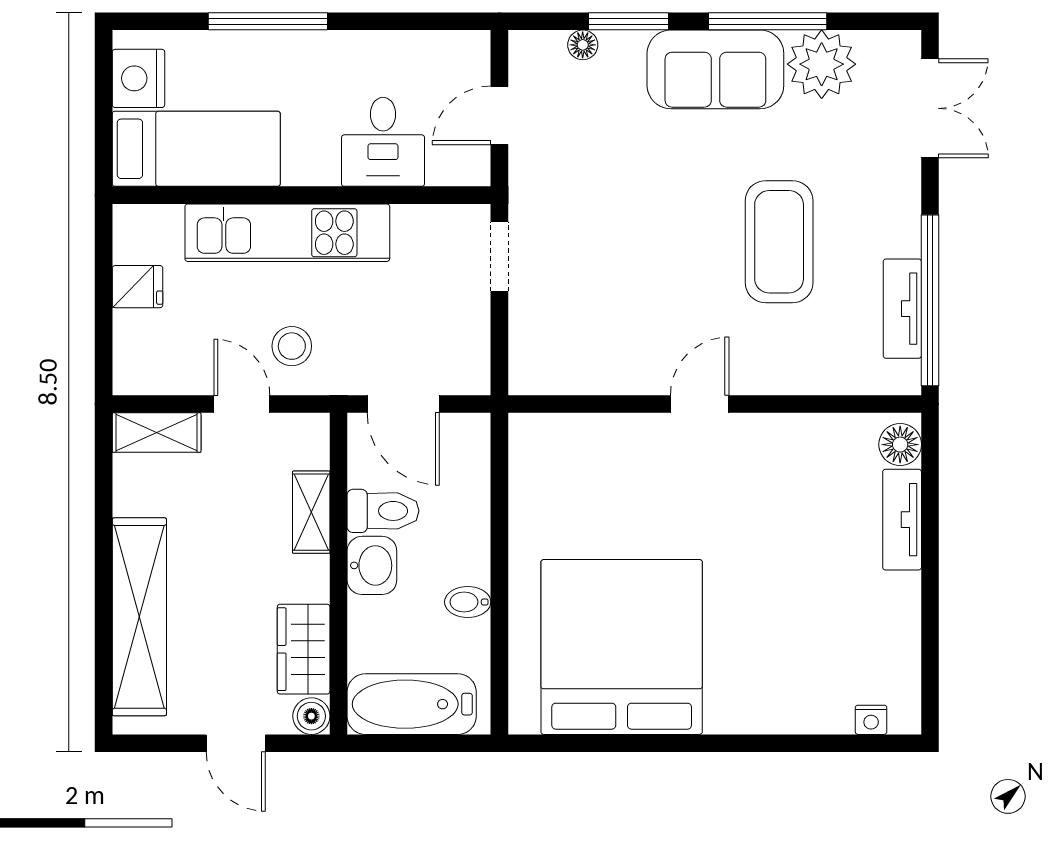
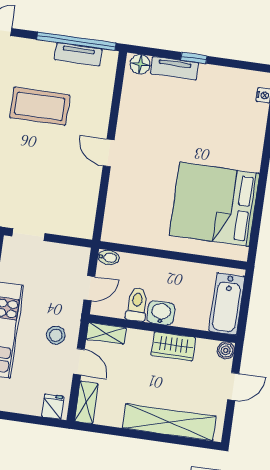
fridge: (138, 287) -> (53, 407), moved
door: (242, 404) -> (79, 362), swing flipped
door: (403, 404) -> (89, 288), width x0.73
shelving: (311, 512) -> (106, 333), moved
window: (930, 558) -> (194, 58), added
bidet: (468, 602) -> (108, 257), moved, turned -90
wardrobe: (304, 649) -> (173, 346), moved

